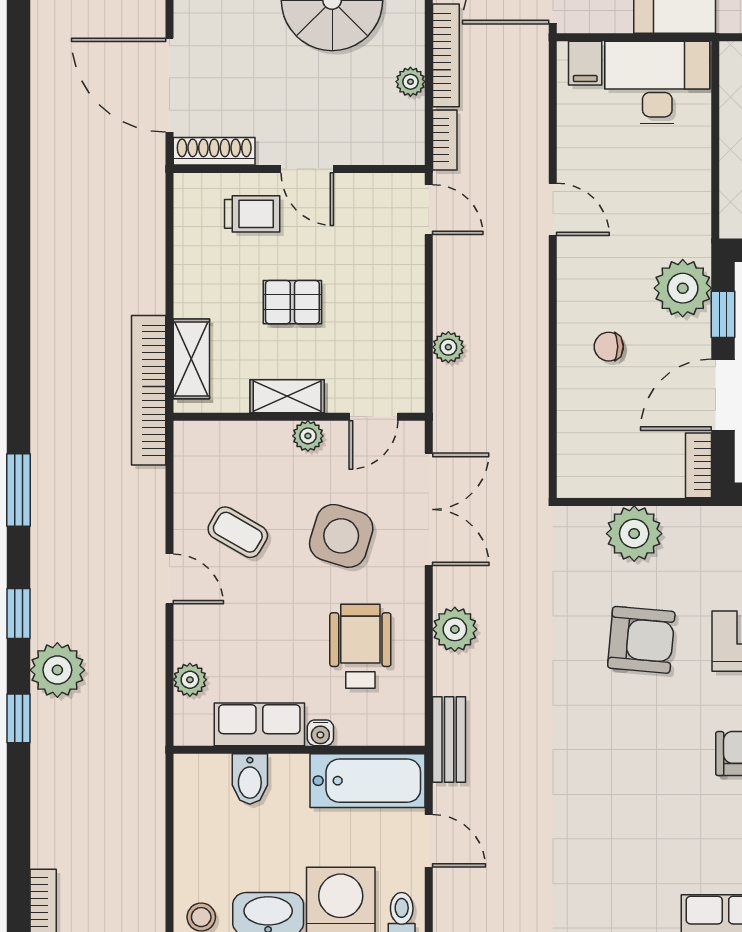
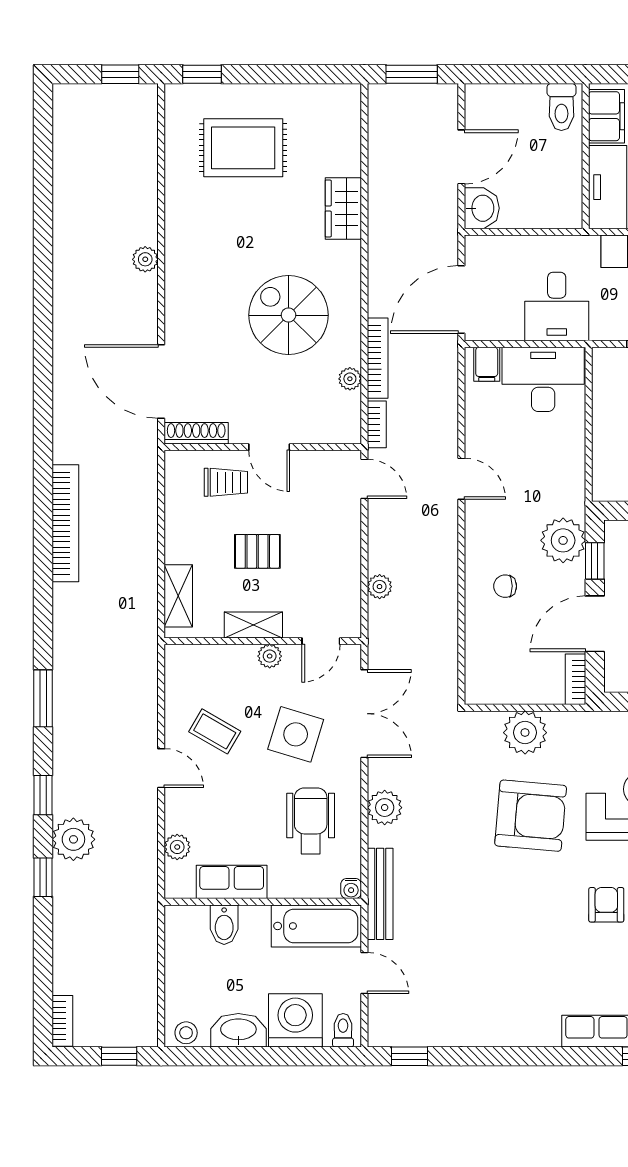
bookcase: (149, 390) -> (65, 523), moved, turned 180
armchair: (641, 640) -> (531, 816), width x1.36, depth x1.36
water cooler: (320, 733) -> (351, 889), moved
bench: (449, 740) -> (380, 894), width x1.36

